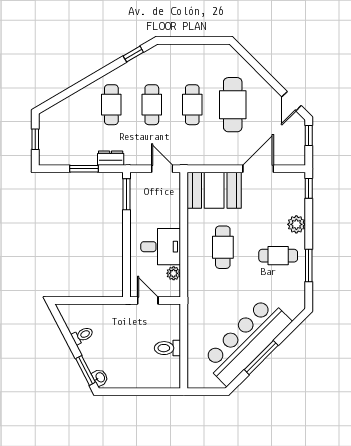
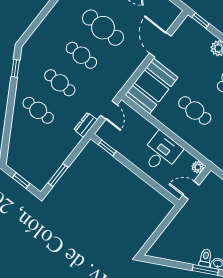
dresser: (111, 158) -> (86, 125), moved
window: (84, 169) -> (58, 175), moved
door: (162, 169) -> (109, 110), swing flipped
window: (126, 194) -> (107, 148), width x0.67
plant: (174, 273) -> (198, 167), moved
toilet: (83, 335) -> (205, 258), moved

